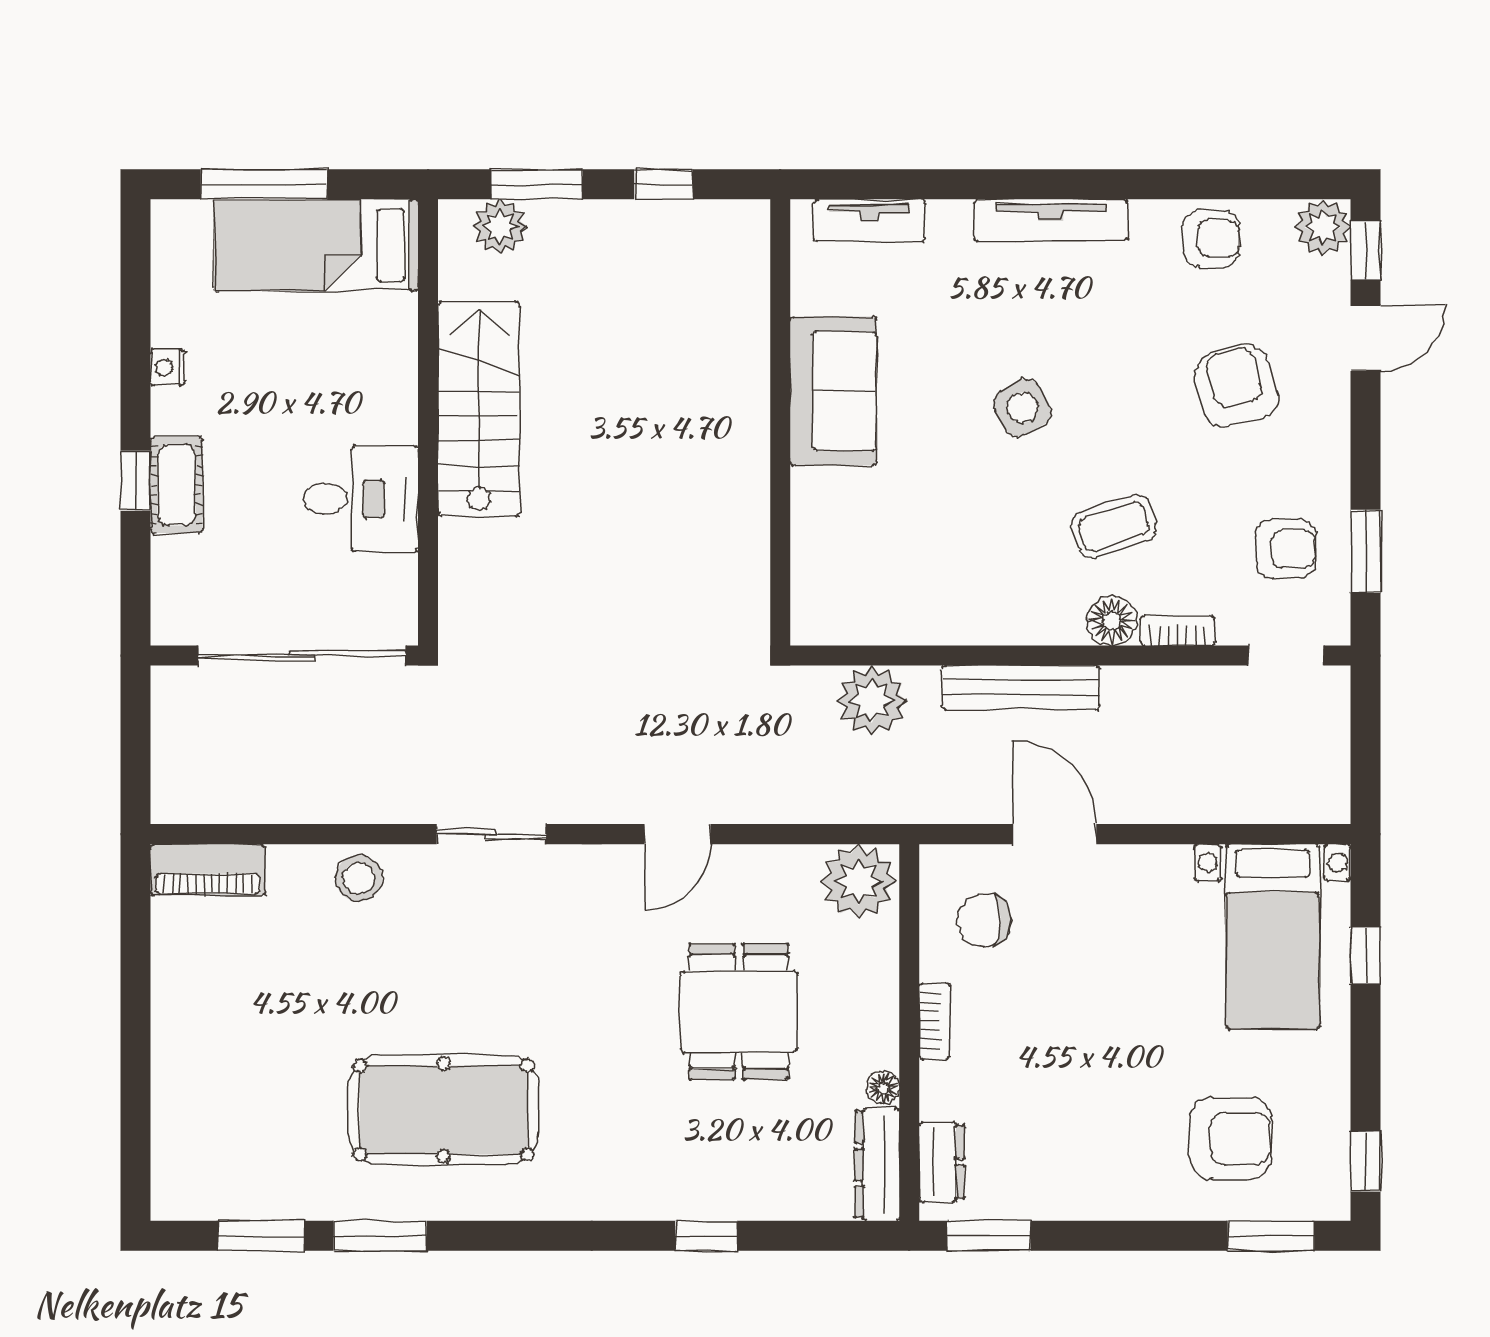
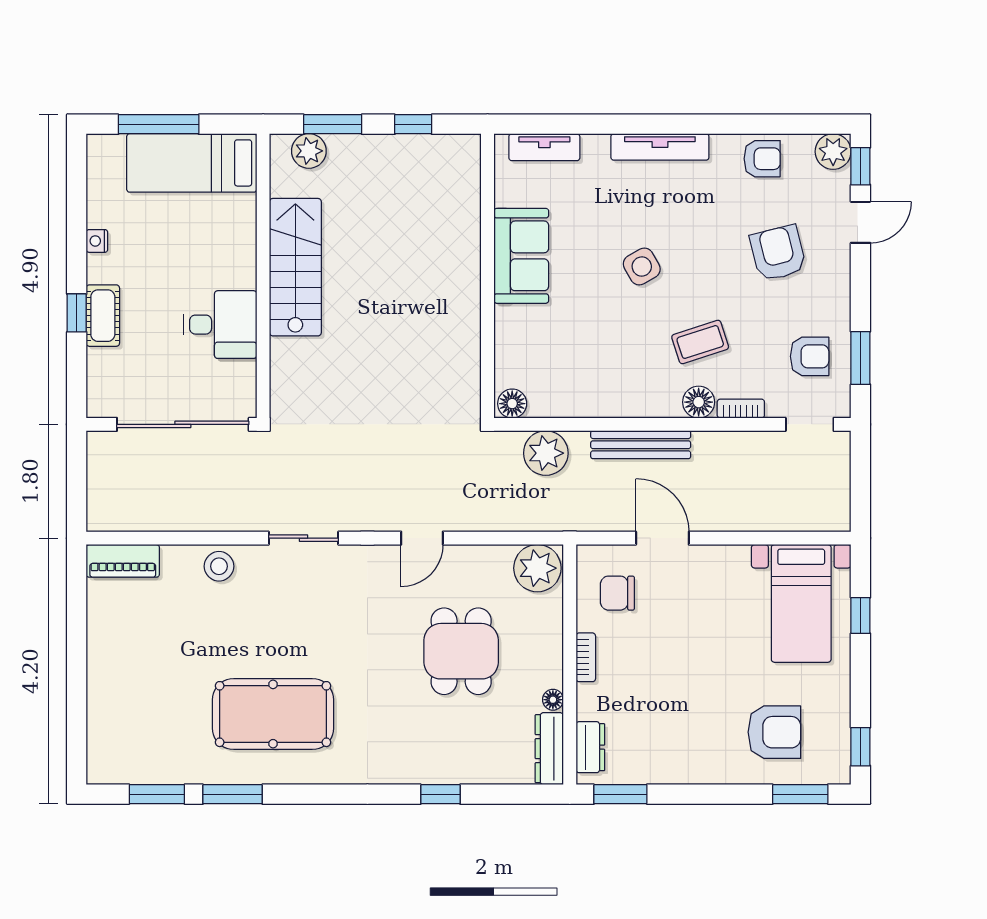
floor lamp: (819, 623) -> (512, 404), added

